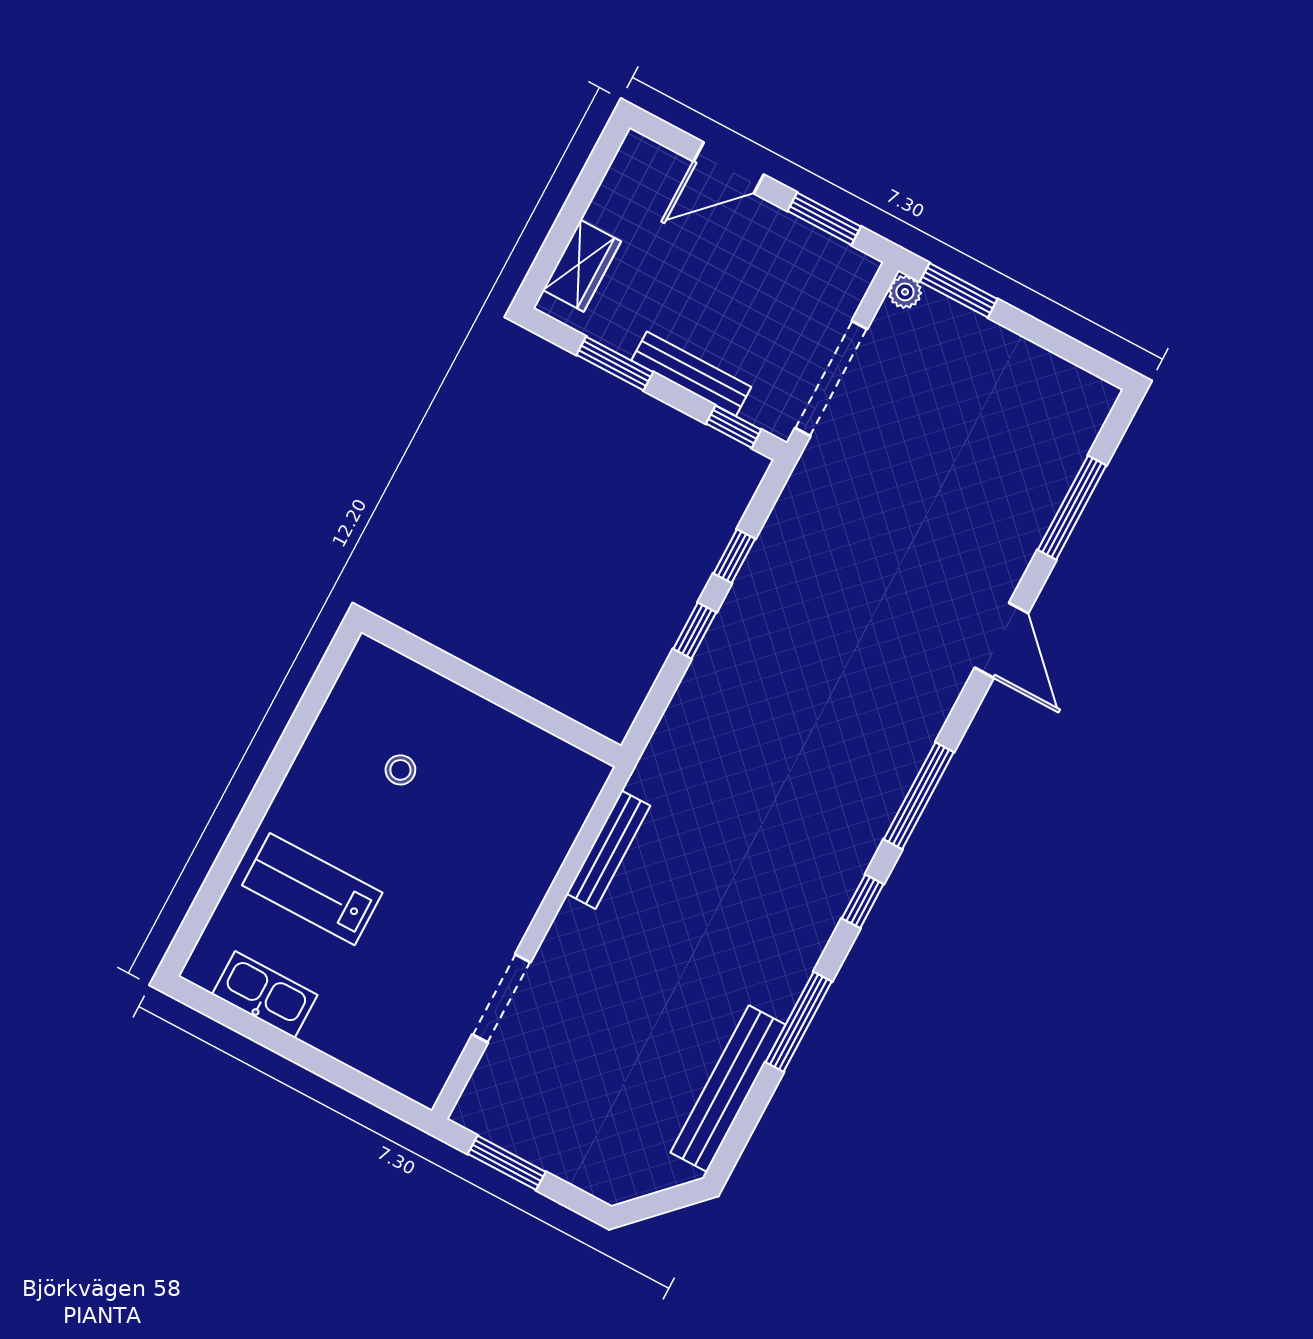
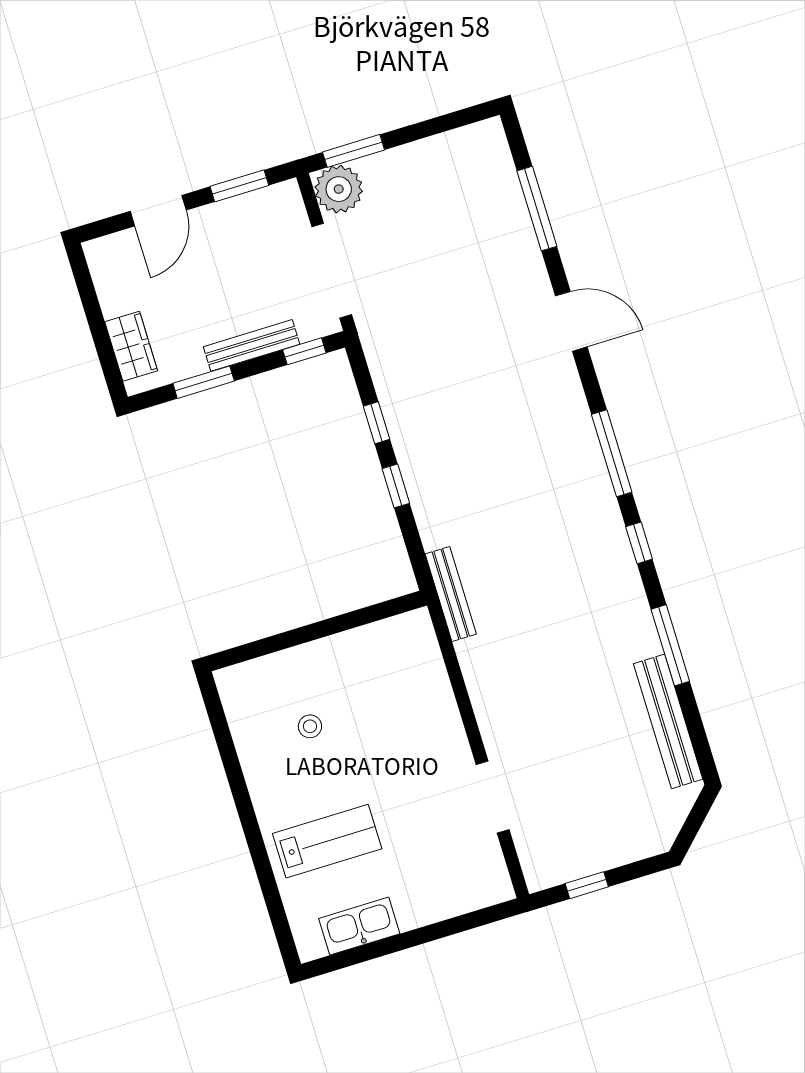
plant: (905, 292) -> (339, 189), width x1.88, depth x1.88
bench: (608, 850) -> (451, 594), moved
lab bench: (312, 889) -> (327, 841), turned 180
window: (507, 1163) -> (587, 885), width x0.67

